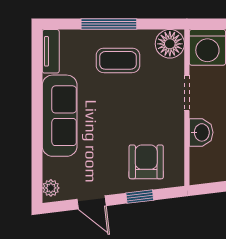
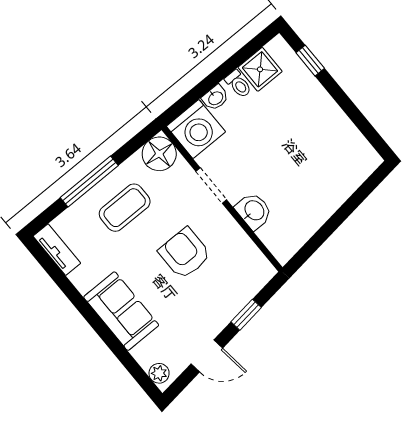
sofa: (60, 116) -> (121, 311), width x0.73
armchair: (146, 162) -> (185, 253), moved

